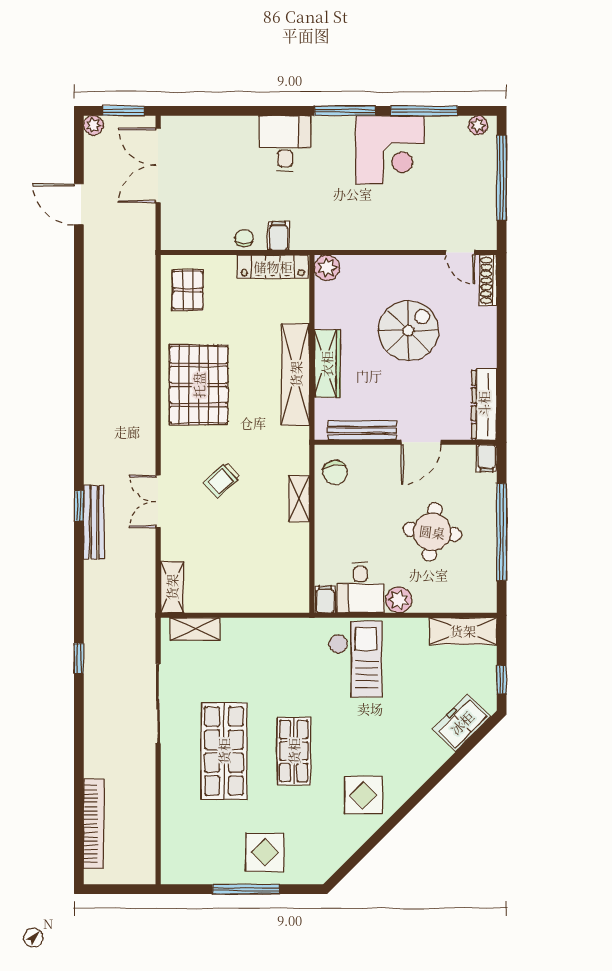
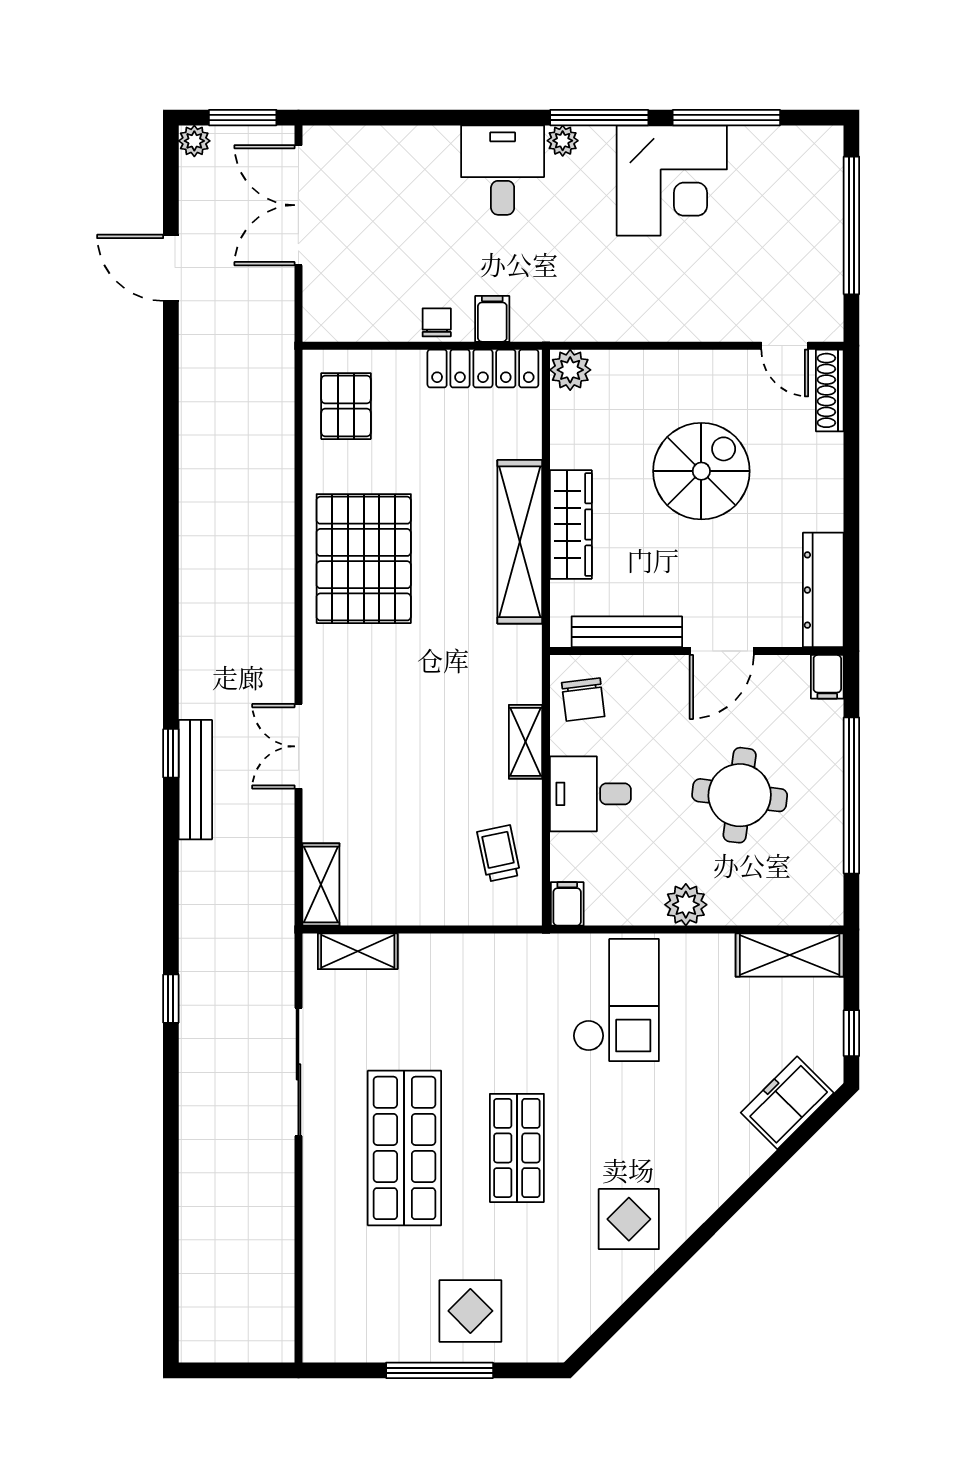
plant: (478, 125) -> (563, 141), moved
trolley: (222, 480) -> (499, 853), moved, turned 121
desk: (360, 588) -> (590, 794), moved, turned 90
bookcase: (94, 824) -> (195, 1265), removed

